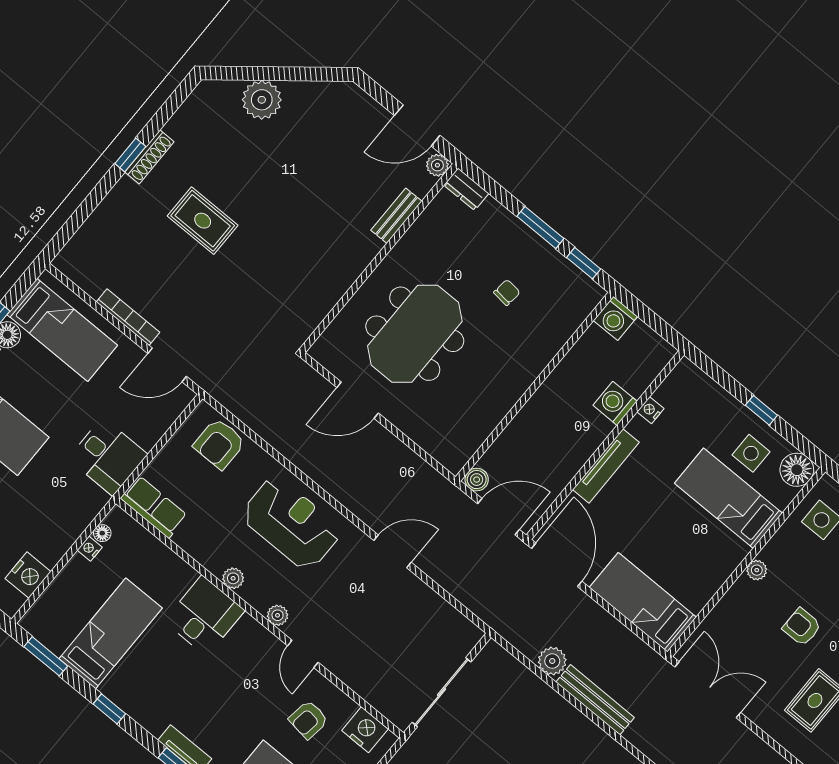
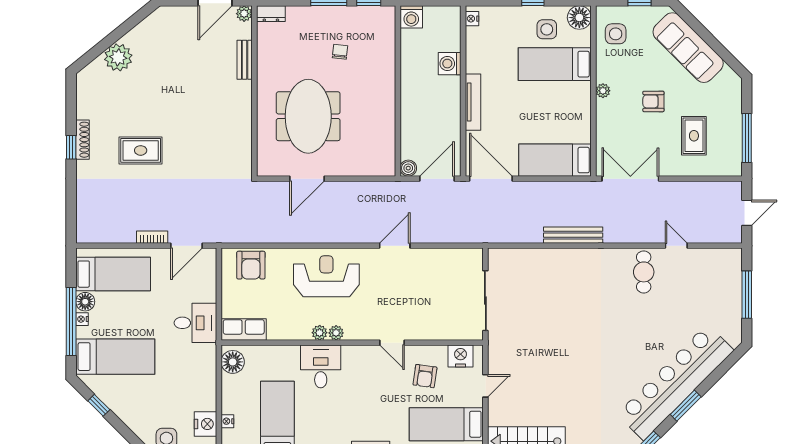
bookcase: (128, 317) -> (152, 237), width x0.64
nightstand: (650, 410) -> (472, 19), moved
floor lamp: (102, 533) -> (233, 362), width x1.89, depth x1.89
nightstand: (90, 549) -> (227, 421), moved
plant: (278, 615) -> (336, 333), moved
plant: (552, 661) -> (532, 233), removed

